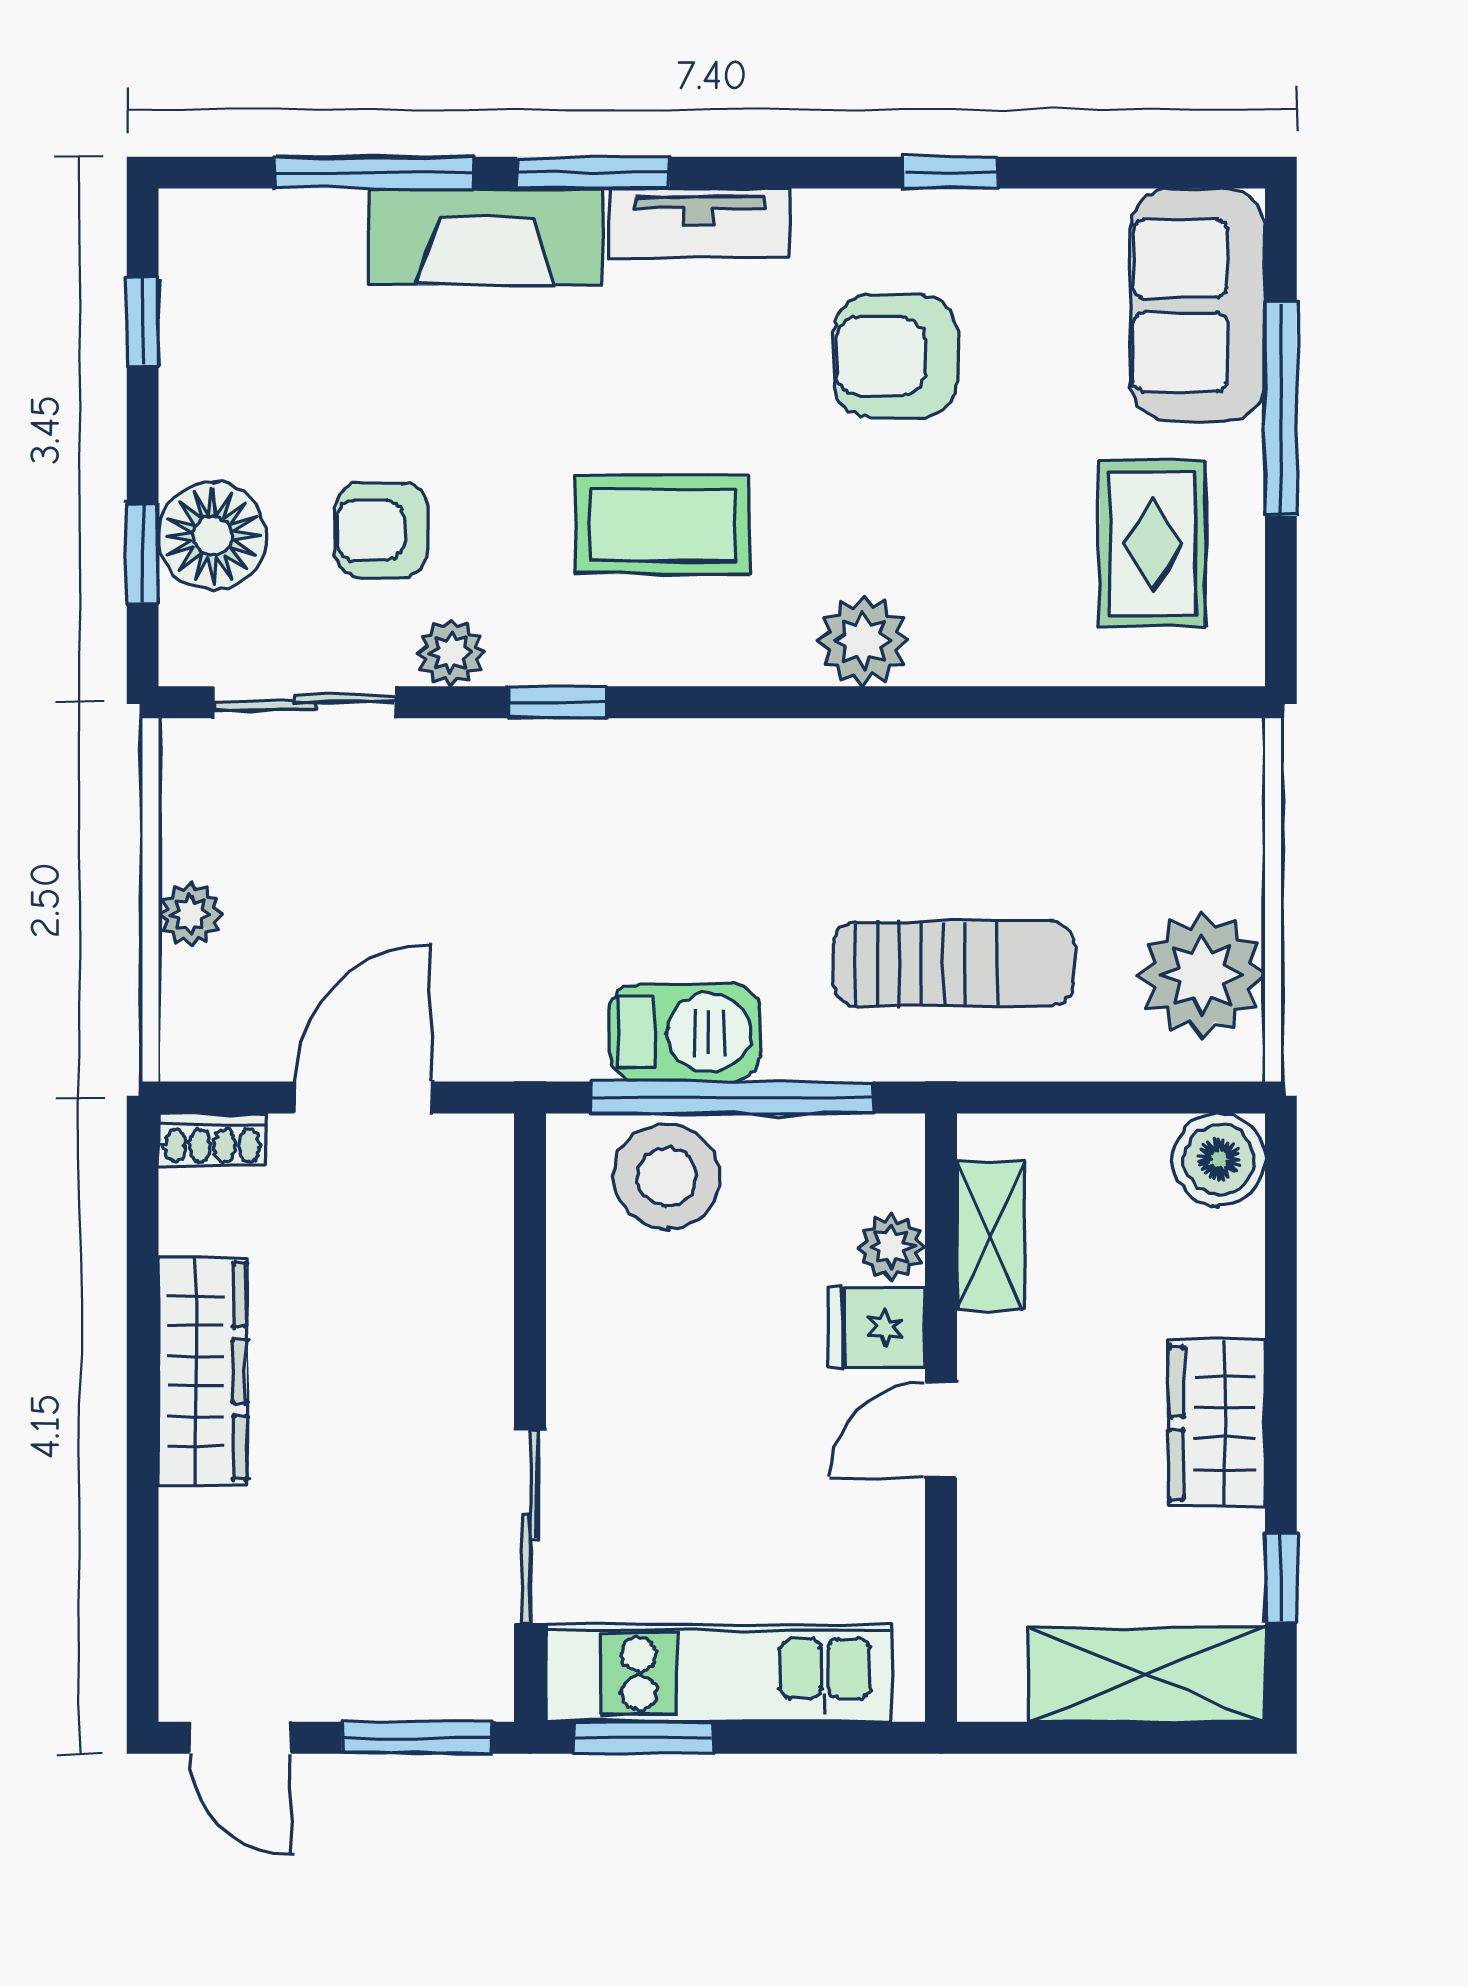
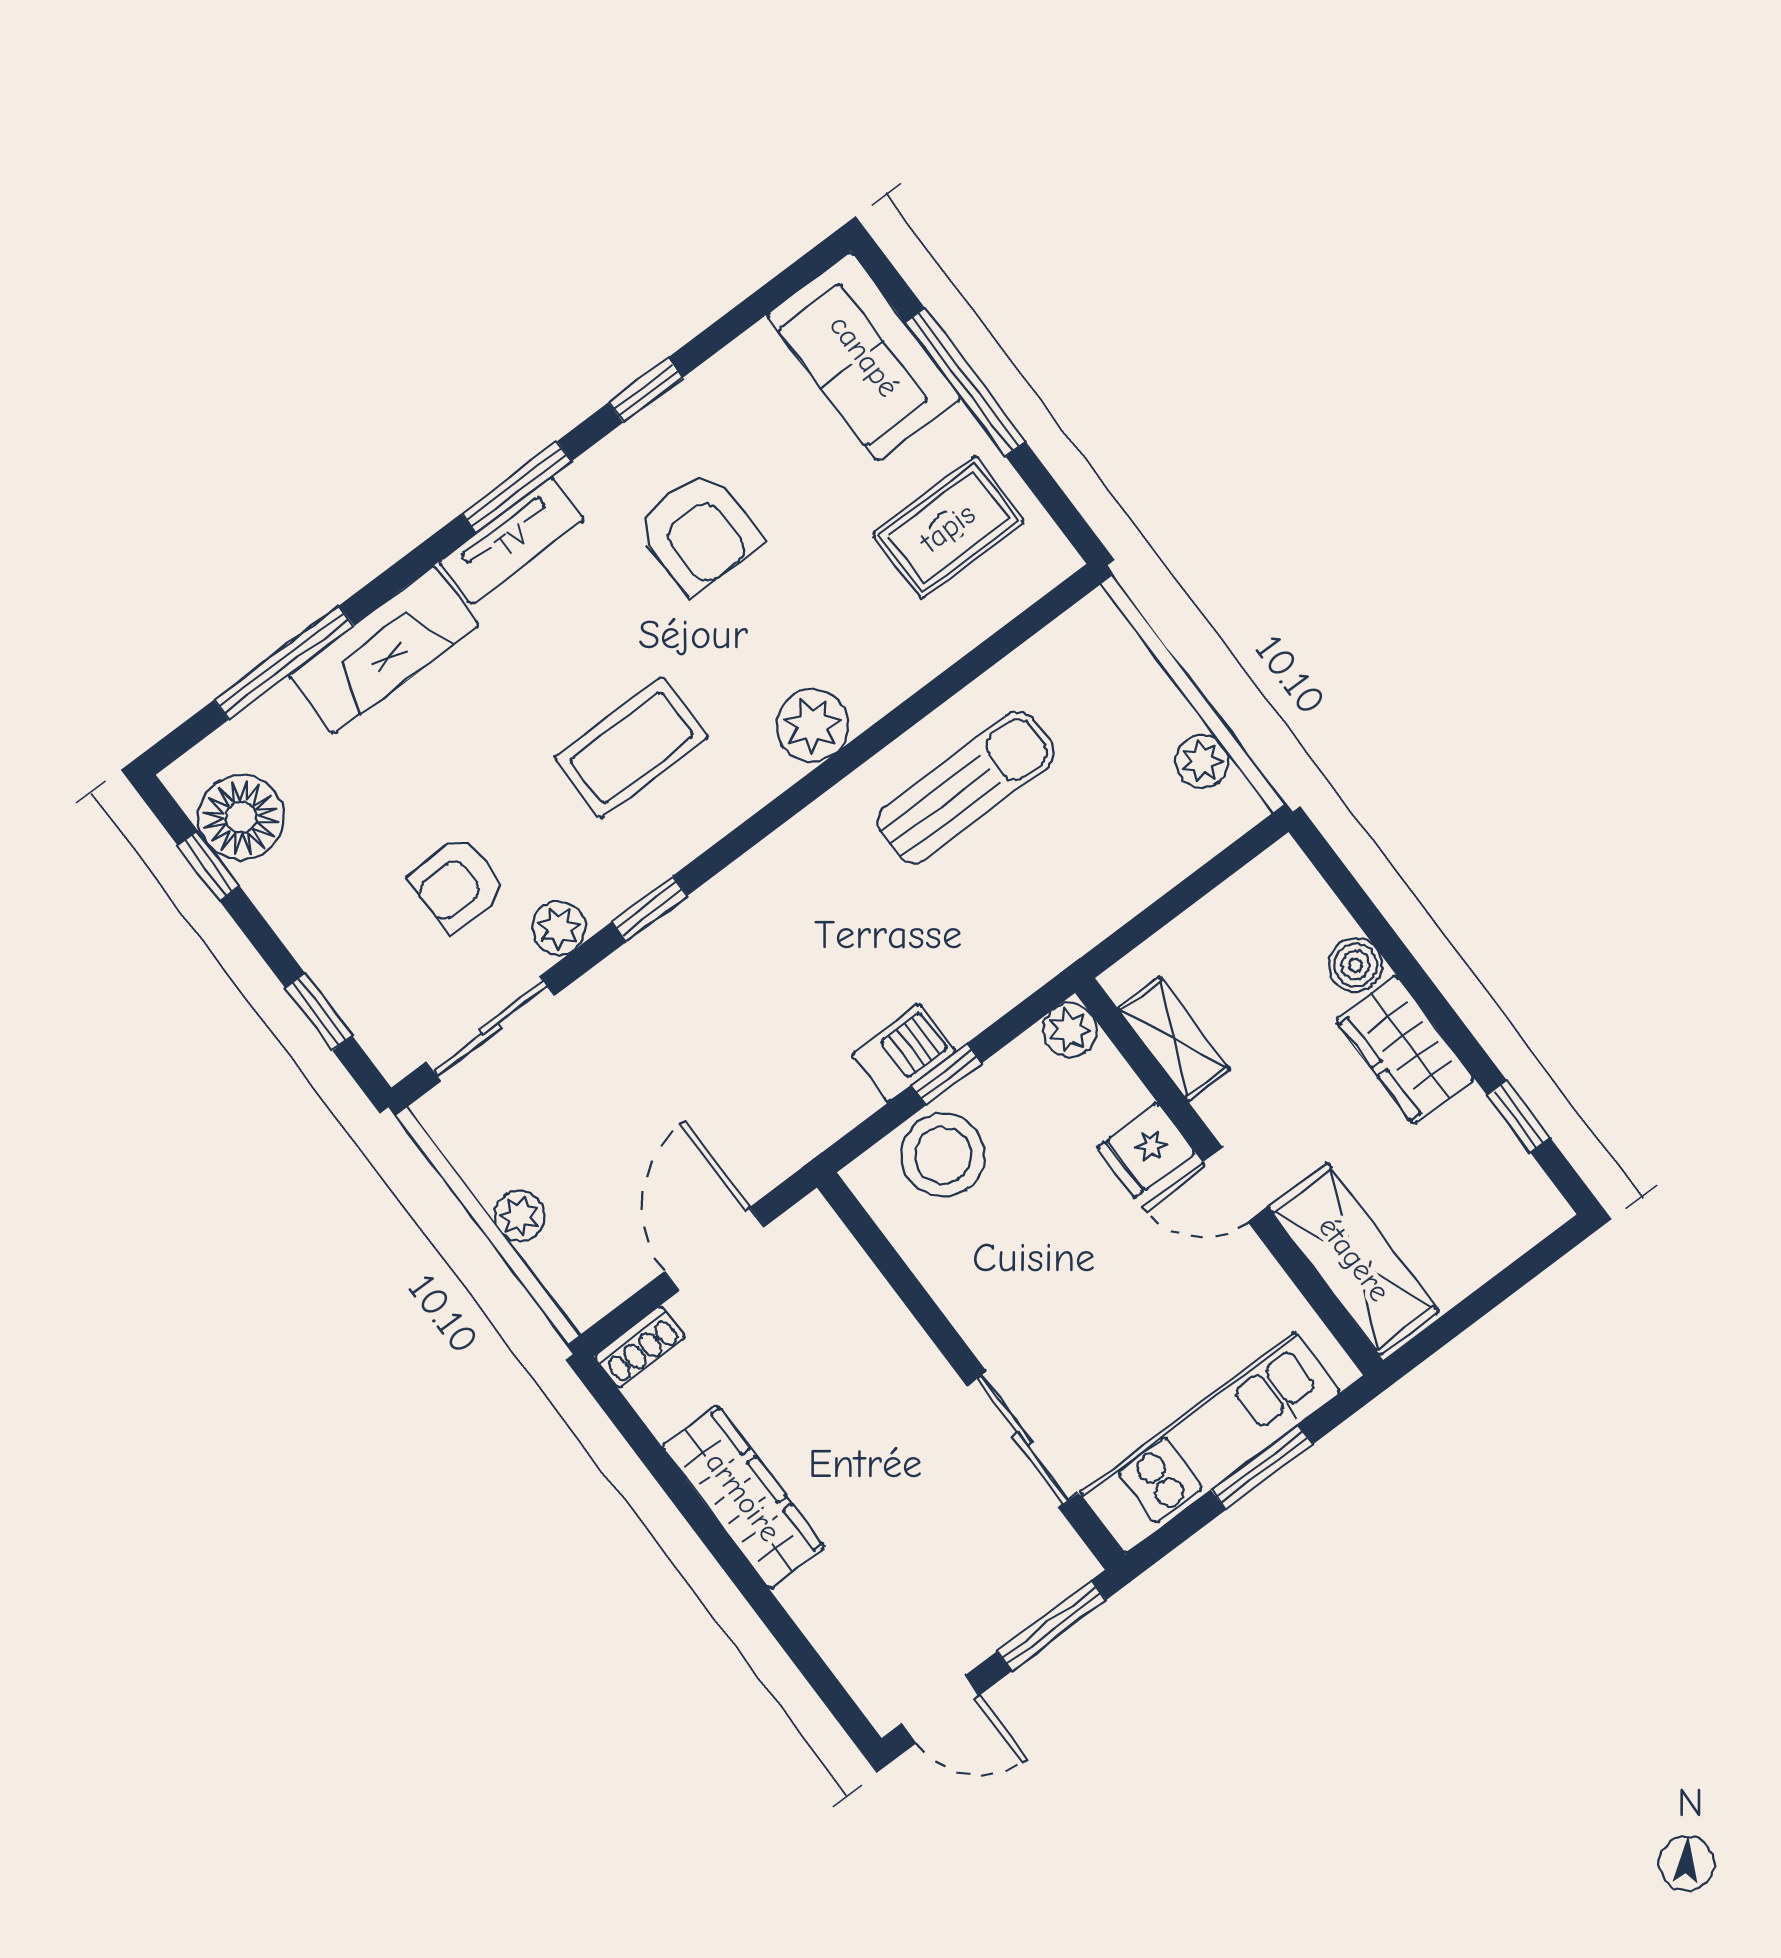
window: (594, 173) -> (517, 487), moved
armchair: (895, 356) -> (698, 531), turned -90
floor lamp: (213, 536) -> (241, 817), moved
rug: (1153, 544) -> (948, 528), turned 90
sun lounger: (953, 964) -> (966, 787), moved
plant: (1202, 975) -> (1202, 761), width x0.53, depth x0.53
barbecue: (685, 1033) -> (904, 1053), width x0.73, depth x0.79
window: (732, 1097) -> (946, 1074), width x0.32
boiler: (1219, 1159) -> (1356, 965), moved, width x0.73, depth x0.73
plant: (891, 1247) -> (1070, 1030), moved
door: (941, 1430) -> (1235, 1184), hinge flipped
shelving: (1147, 1675) -> (1354, 1259), moved, turned 90
window: (643, 1738) -> (1262, 1467), moved

